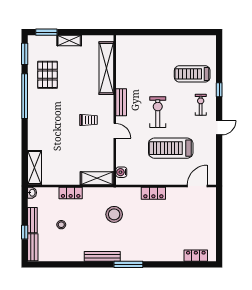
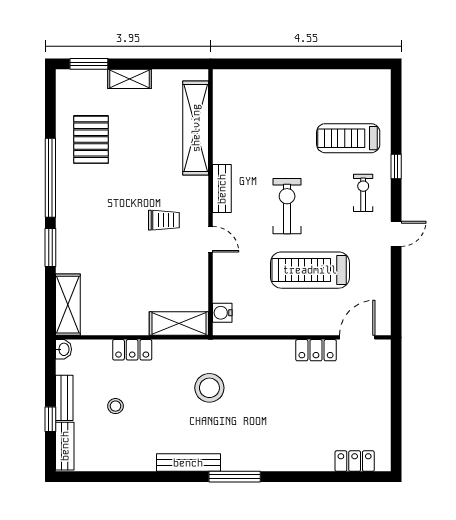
window: (25, 54) -> (50, 247), moved
locker: (153, 193) -> (316, 350), moved

